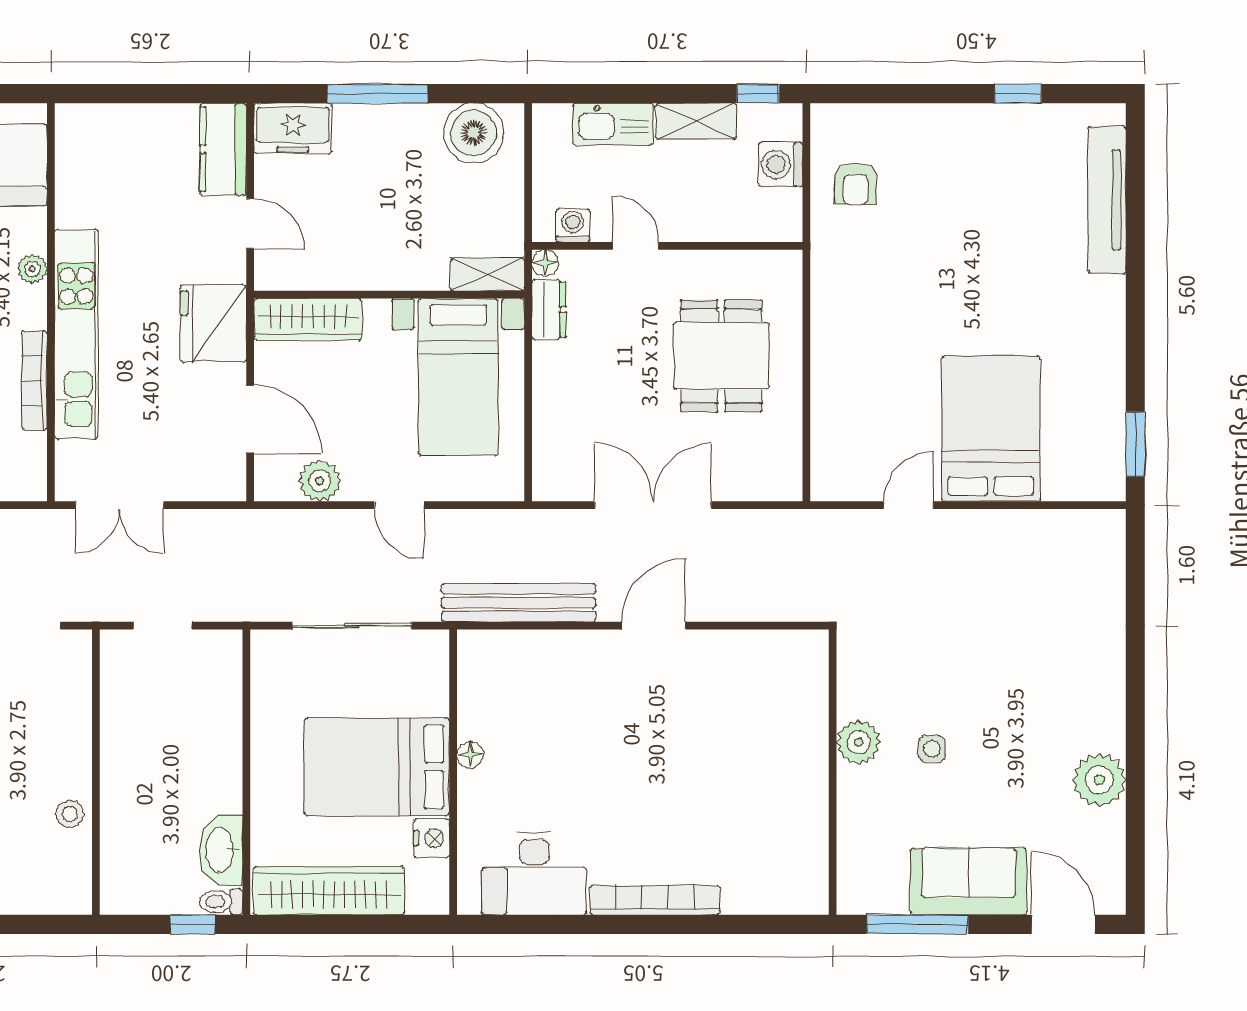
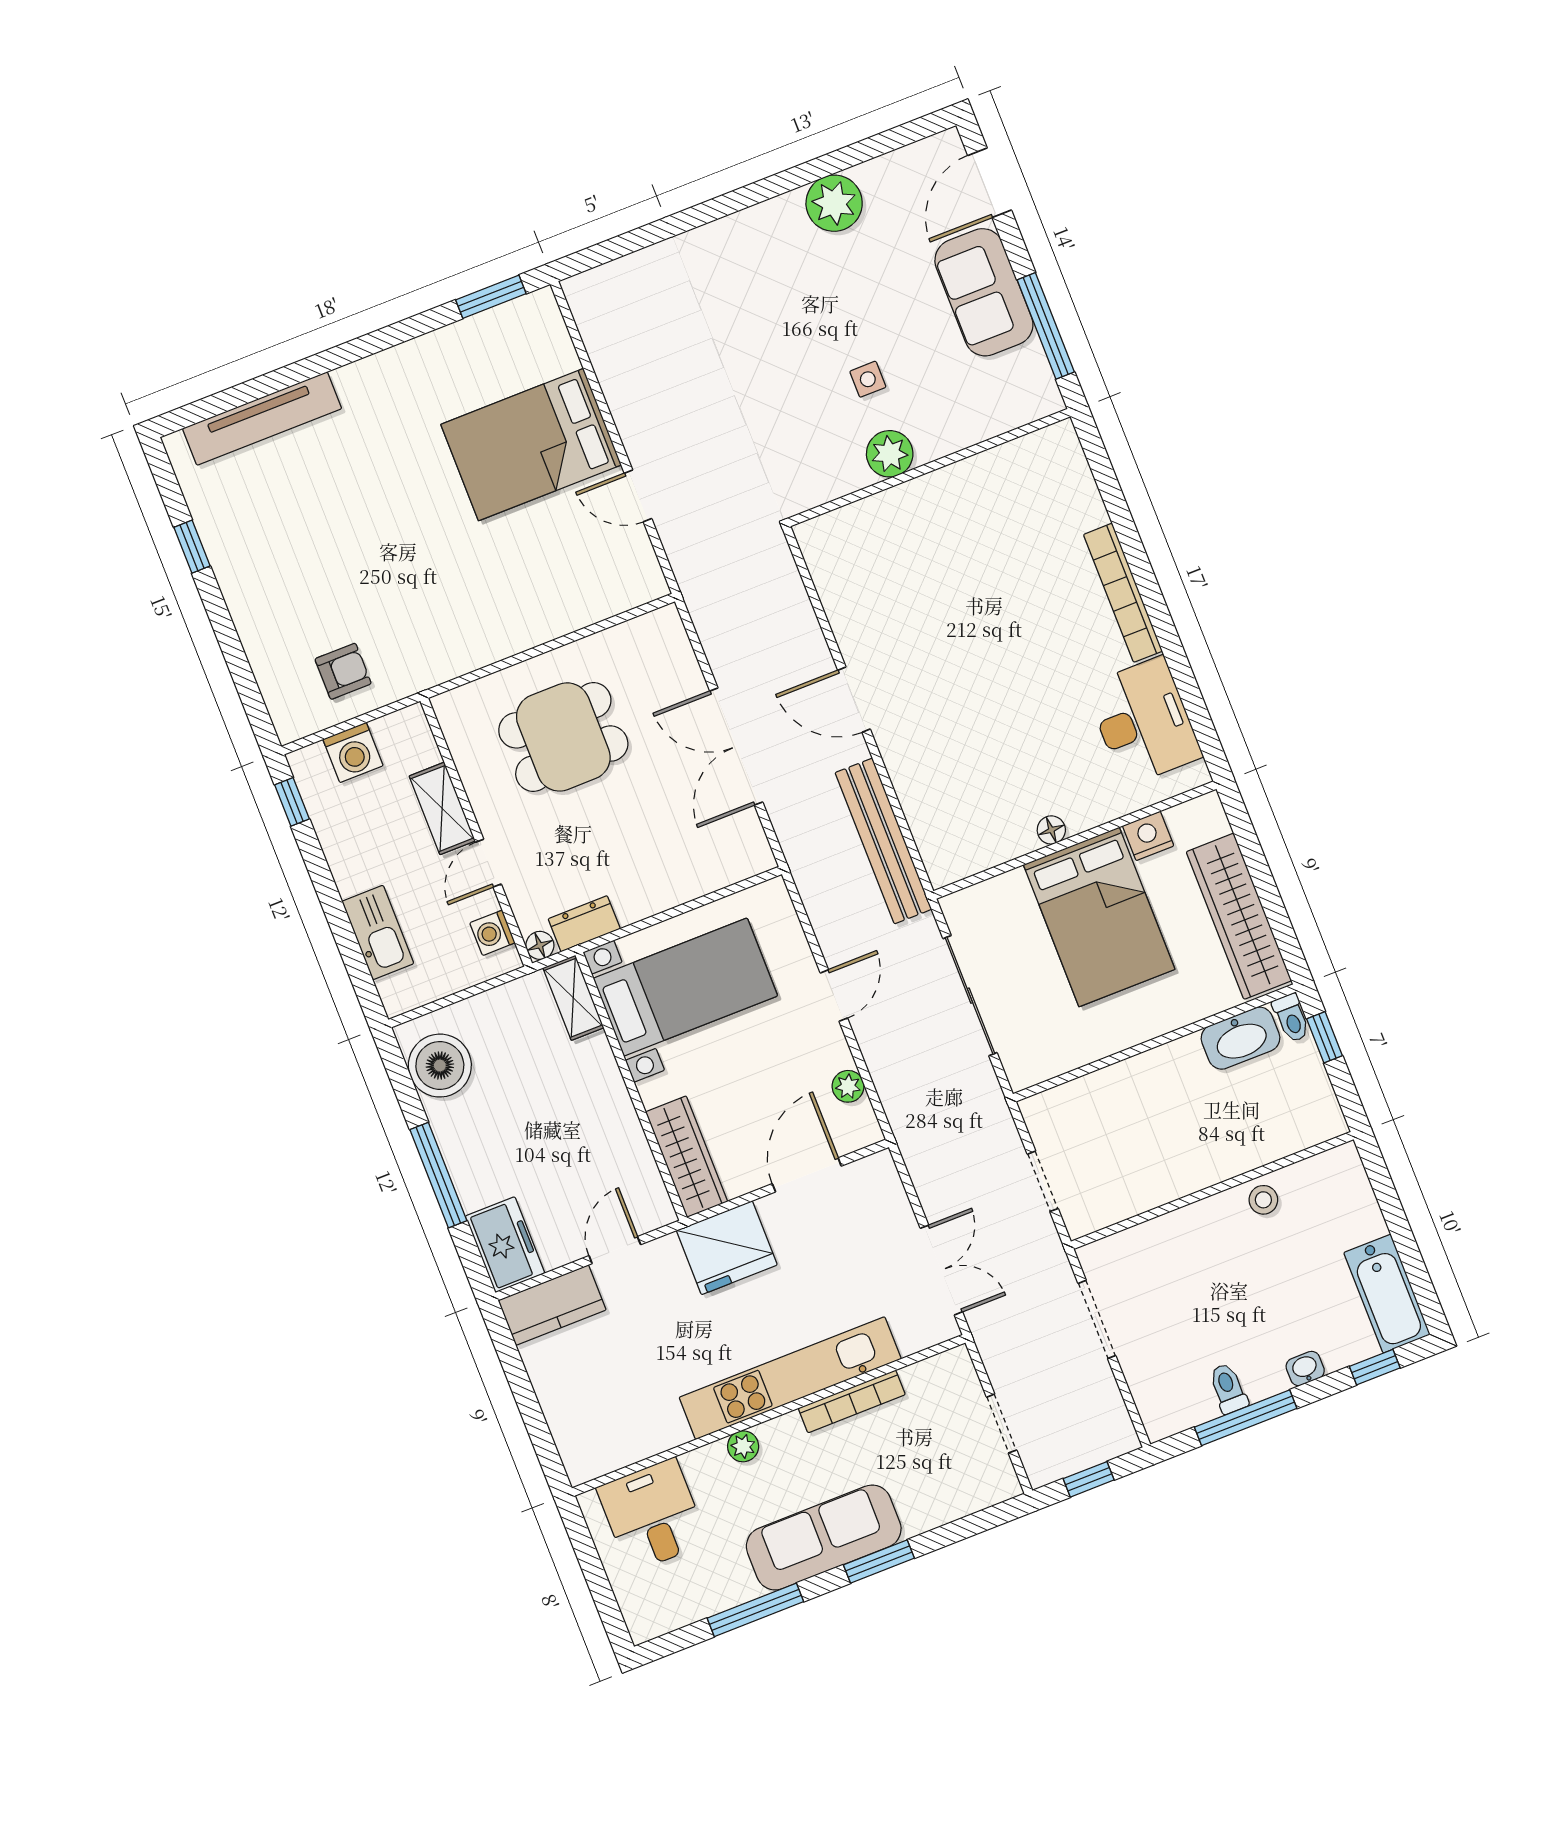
shelving: (696, 121) -> (442, 808), moved
plant: (320, 481) -> (848, 1086), width x0.73, depth x0.73

